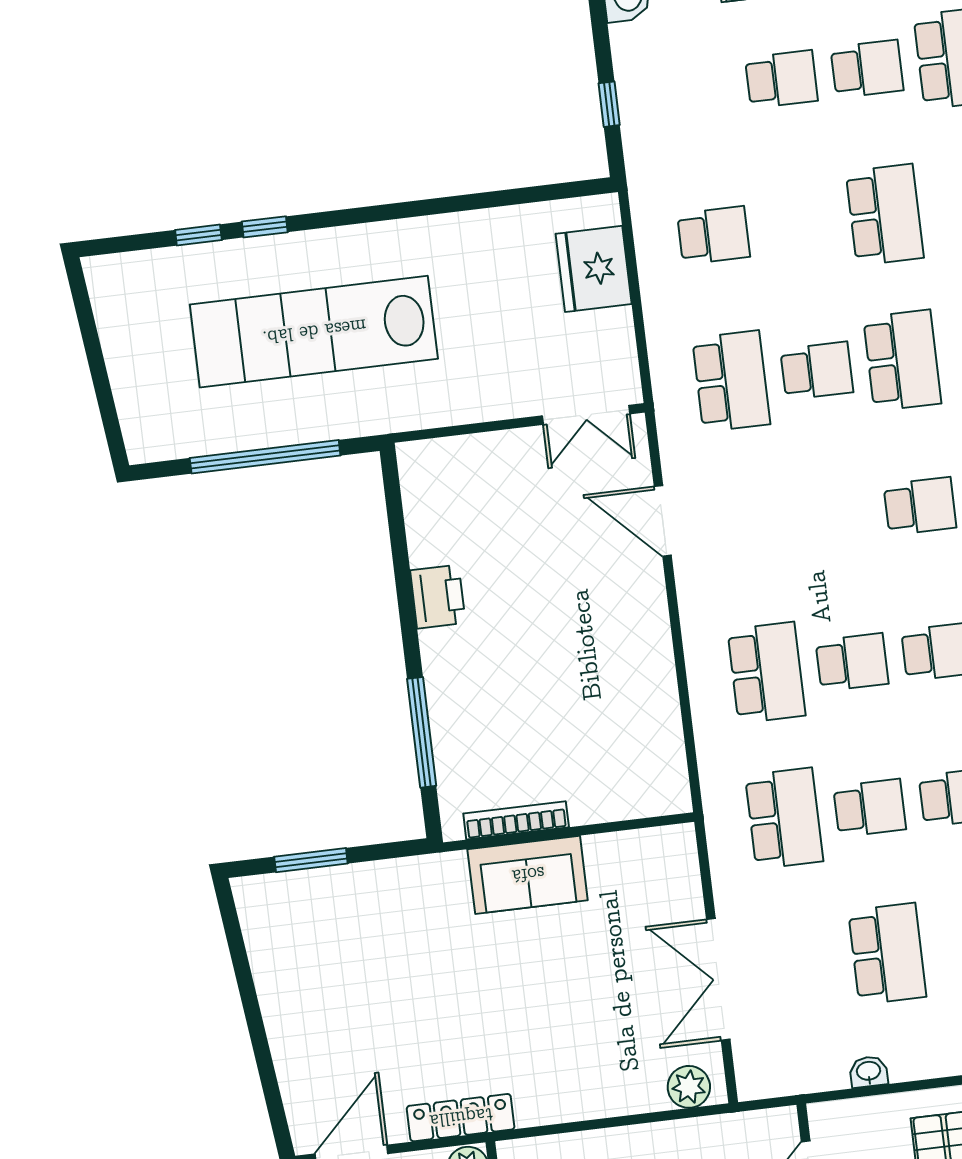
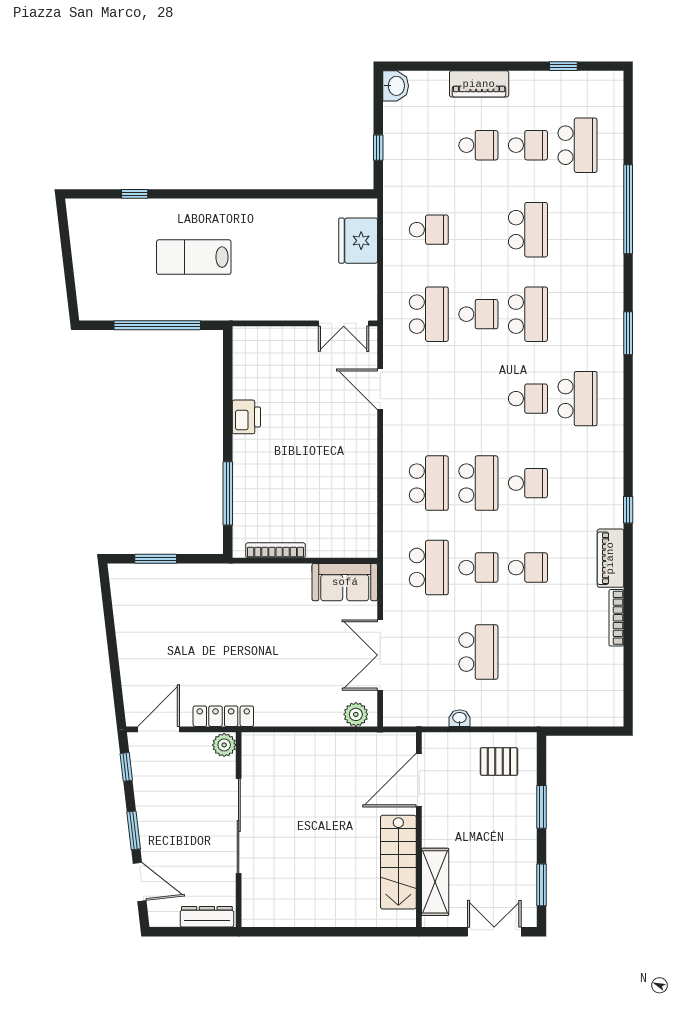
window: (265, 227) -> (173, 194), removed
lab bench: (314, 332) -> (194, 257), width x0.54, depth x0.72
school desk: (852, 662) -> (478, 483), width x1.85
sofa: (528, 875) -> (345, 582), moved

